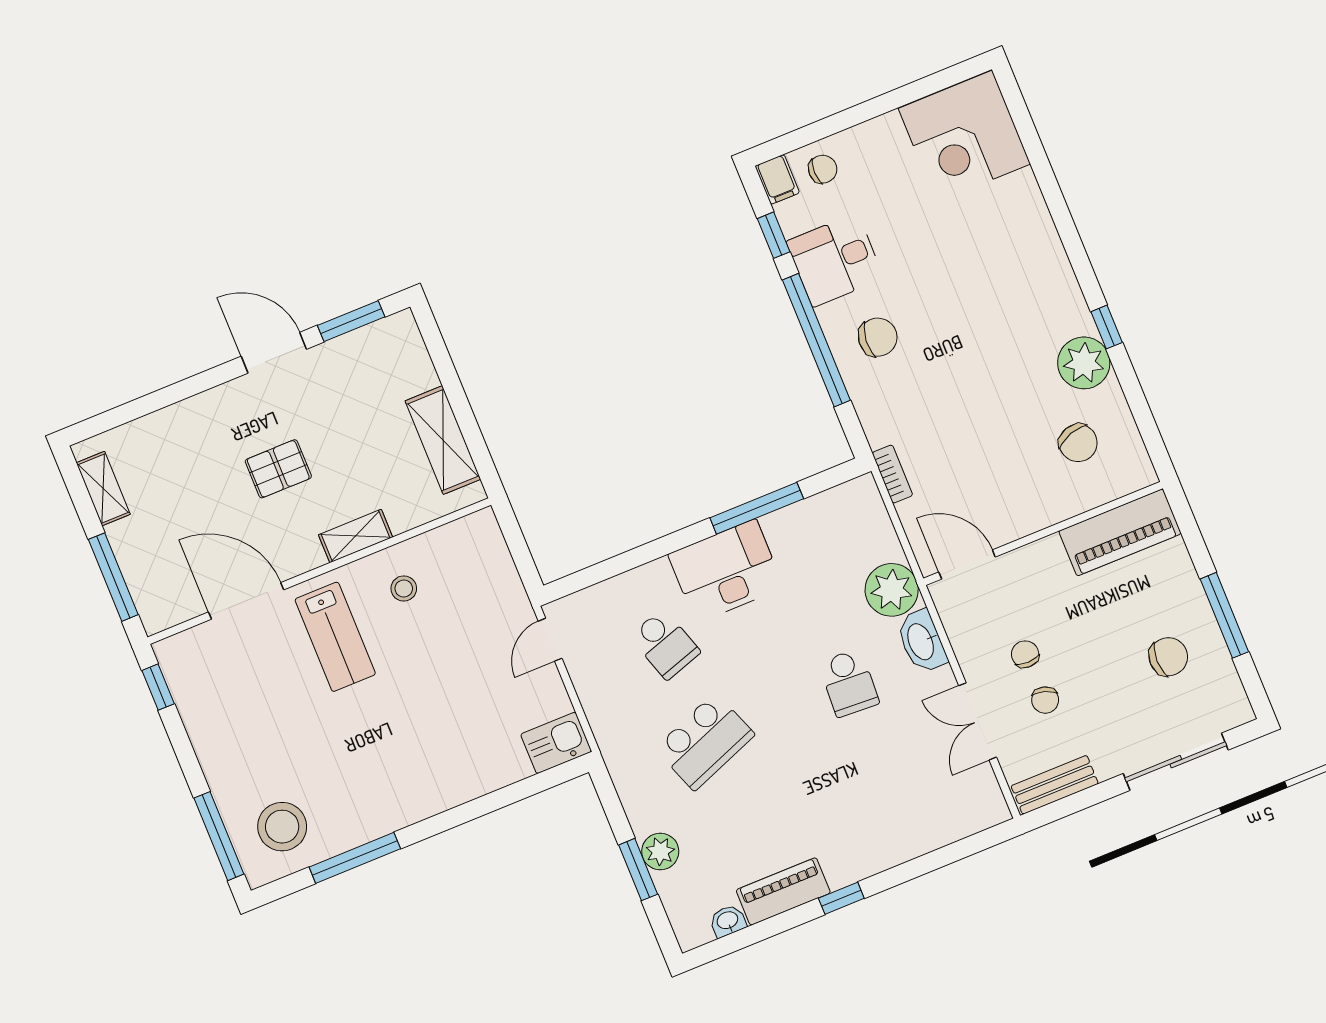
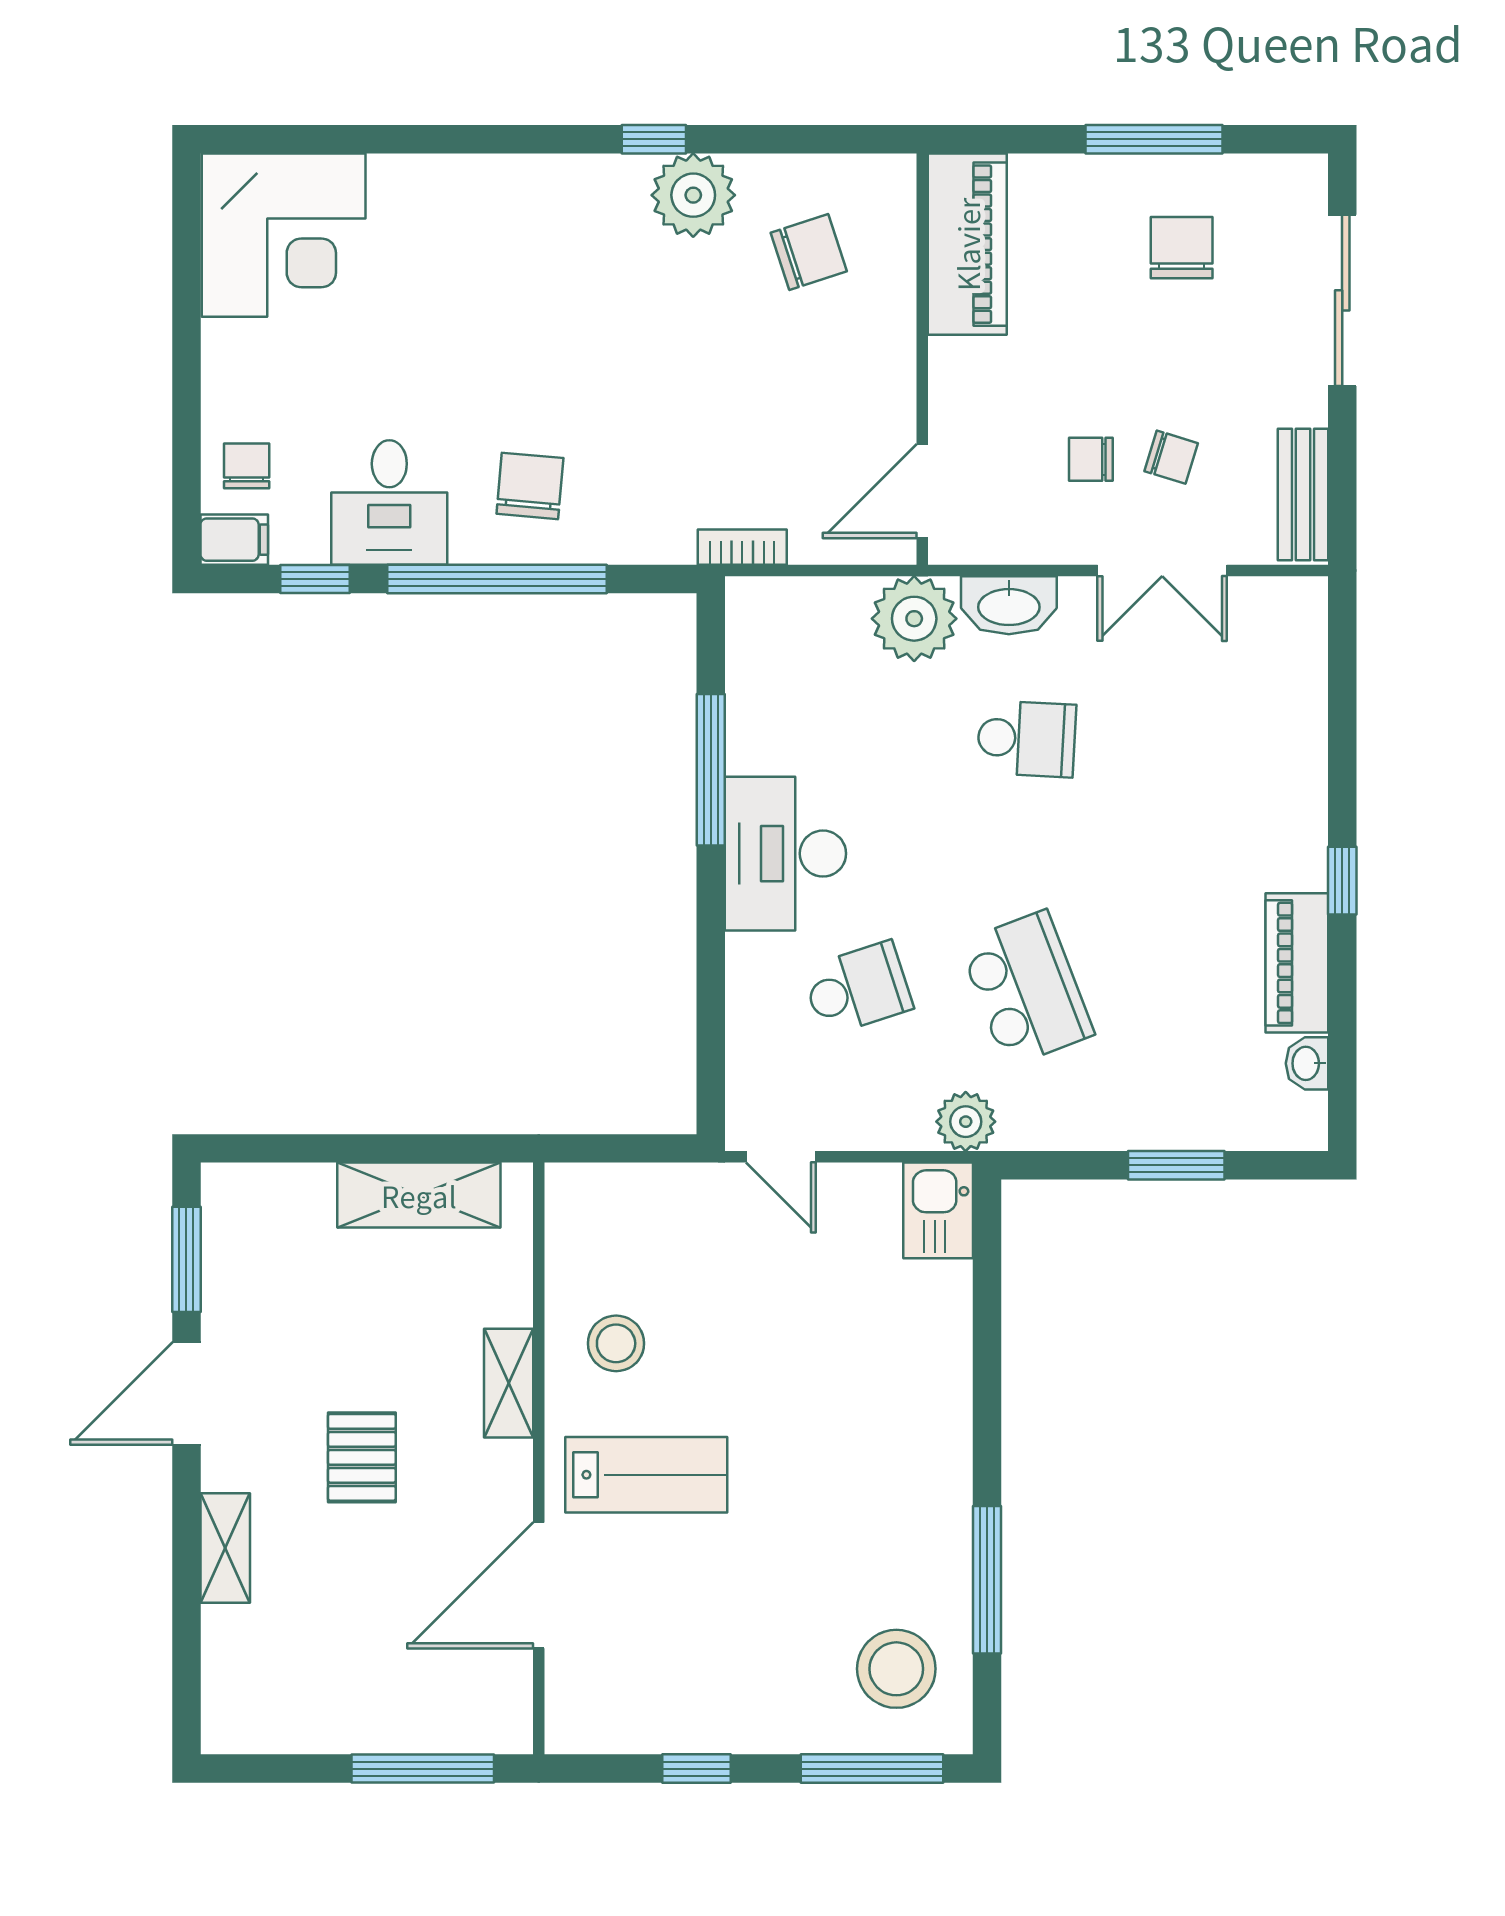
shelving: (103, 489) -> (225, 1548), moved, turned 90
stool: (404, 588) -> (616, 1343), width x1.37, depth x1.37
window: (158, 687) -> (697, 1769), moved
plant: (660, 852) -> (966, 1122), moved

